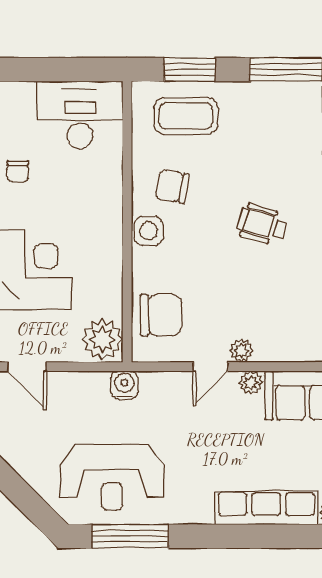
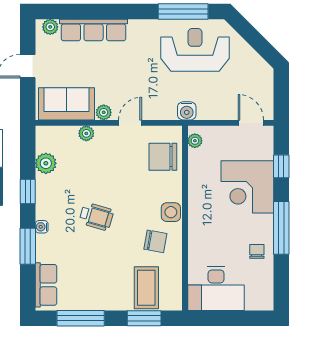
coffee table: (186, 116) -> (146, 288), turned 90
plant: (102, 339) -> (195, 141), width x0.53, depth x0.53
plant: (241, 351) -> (86, 133), moved

